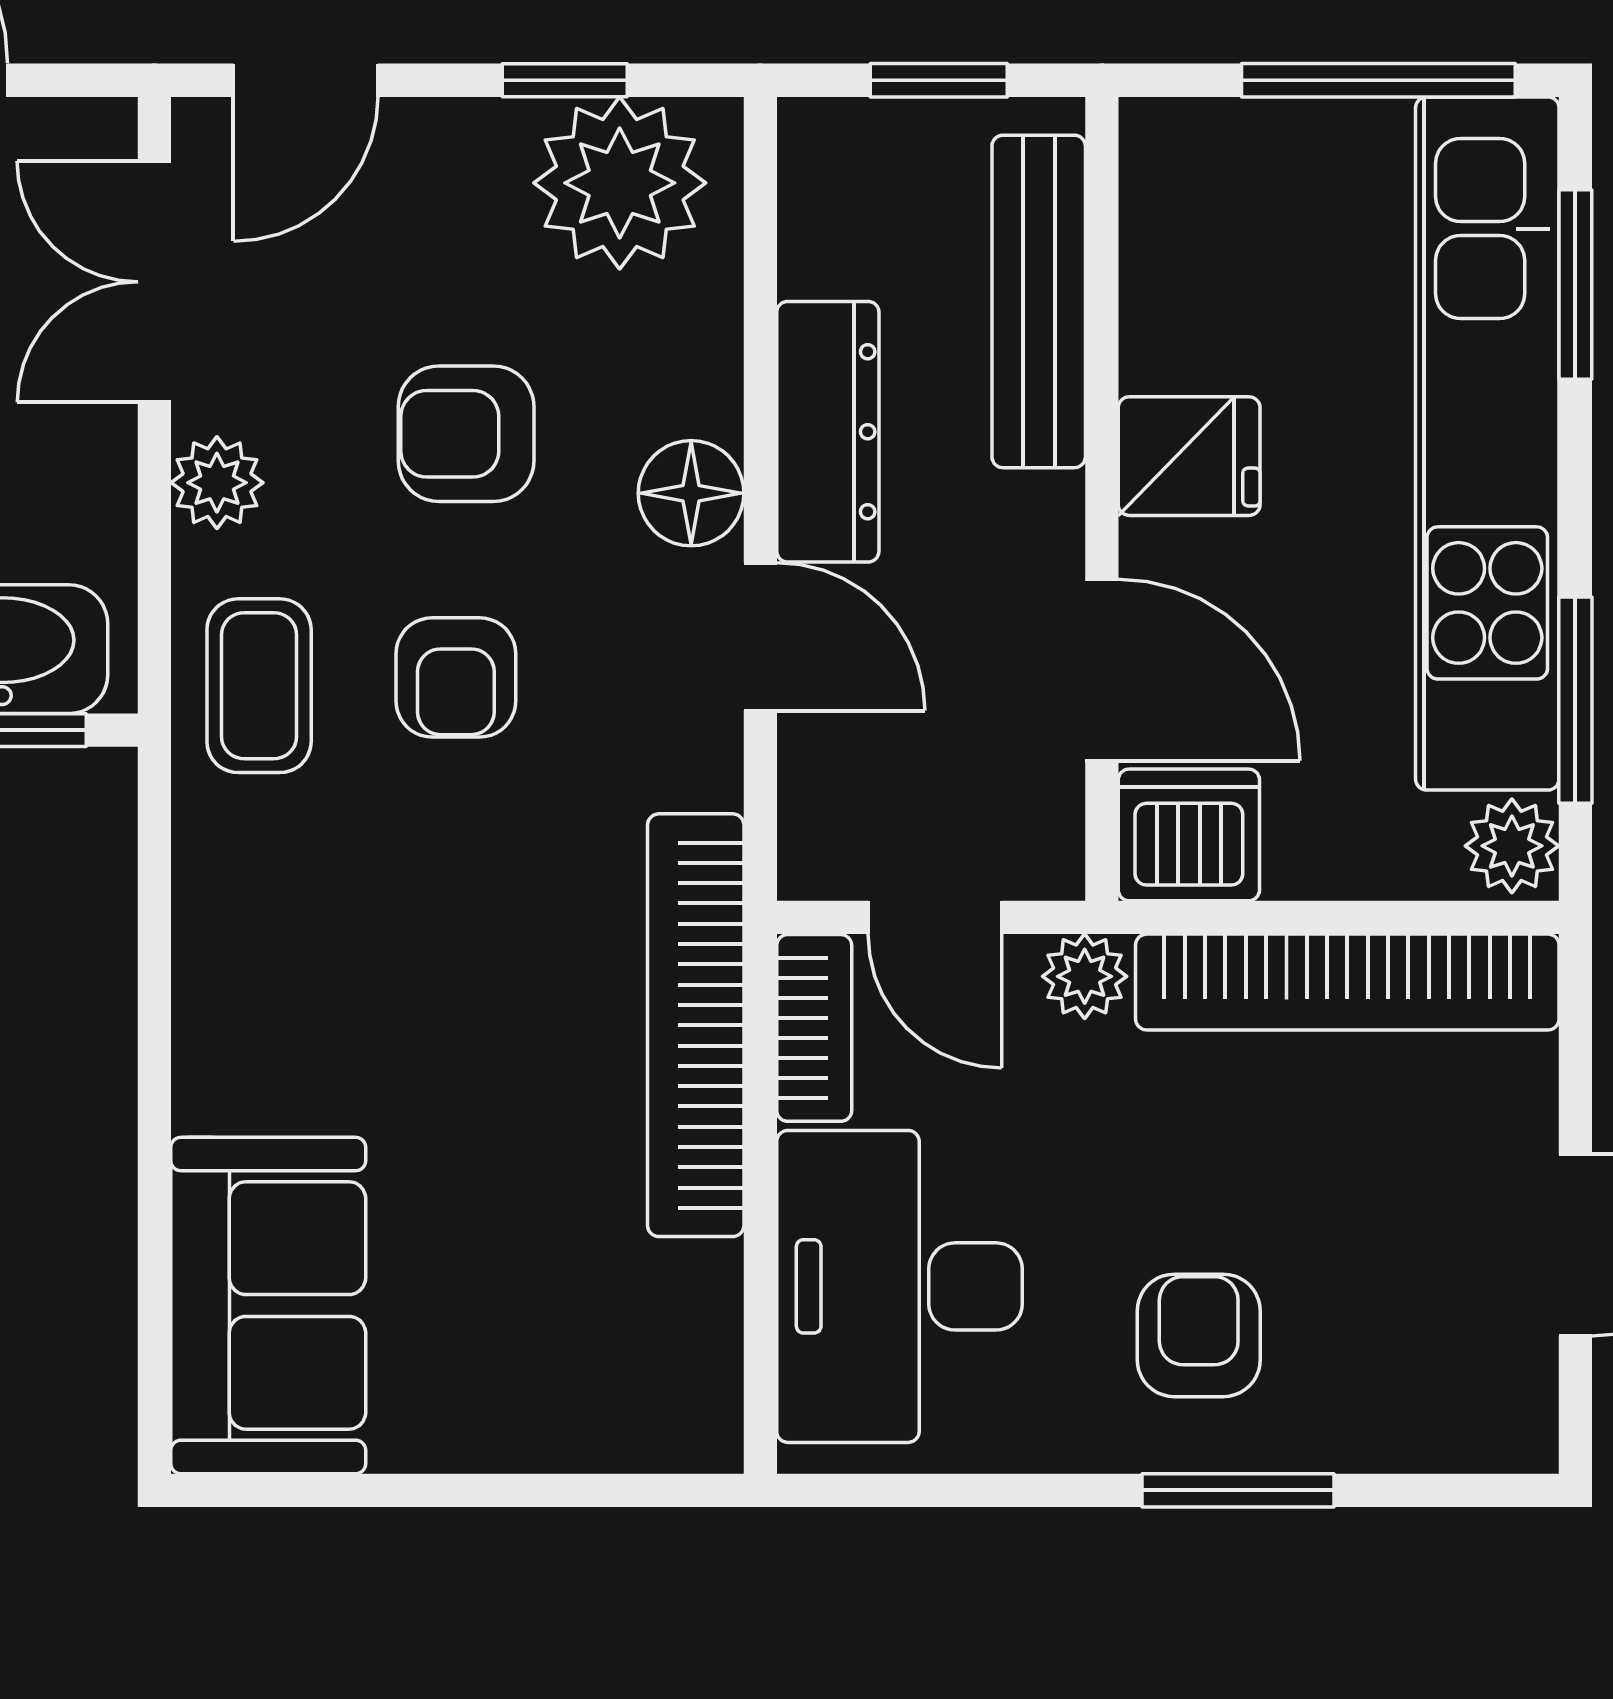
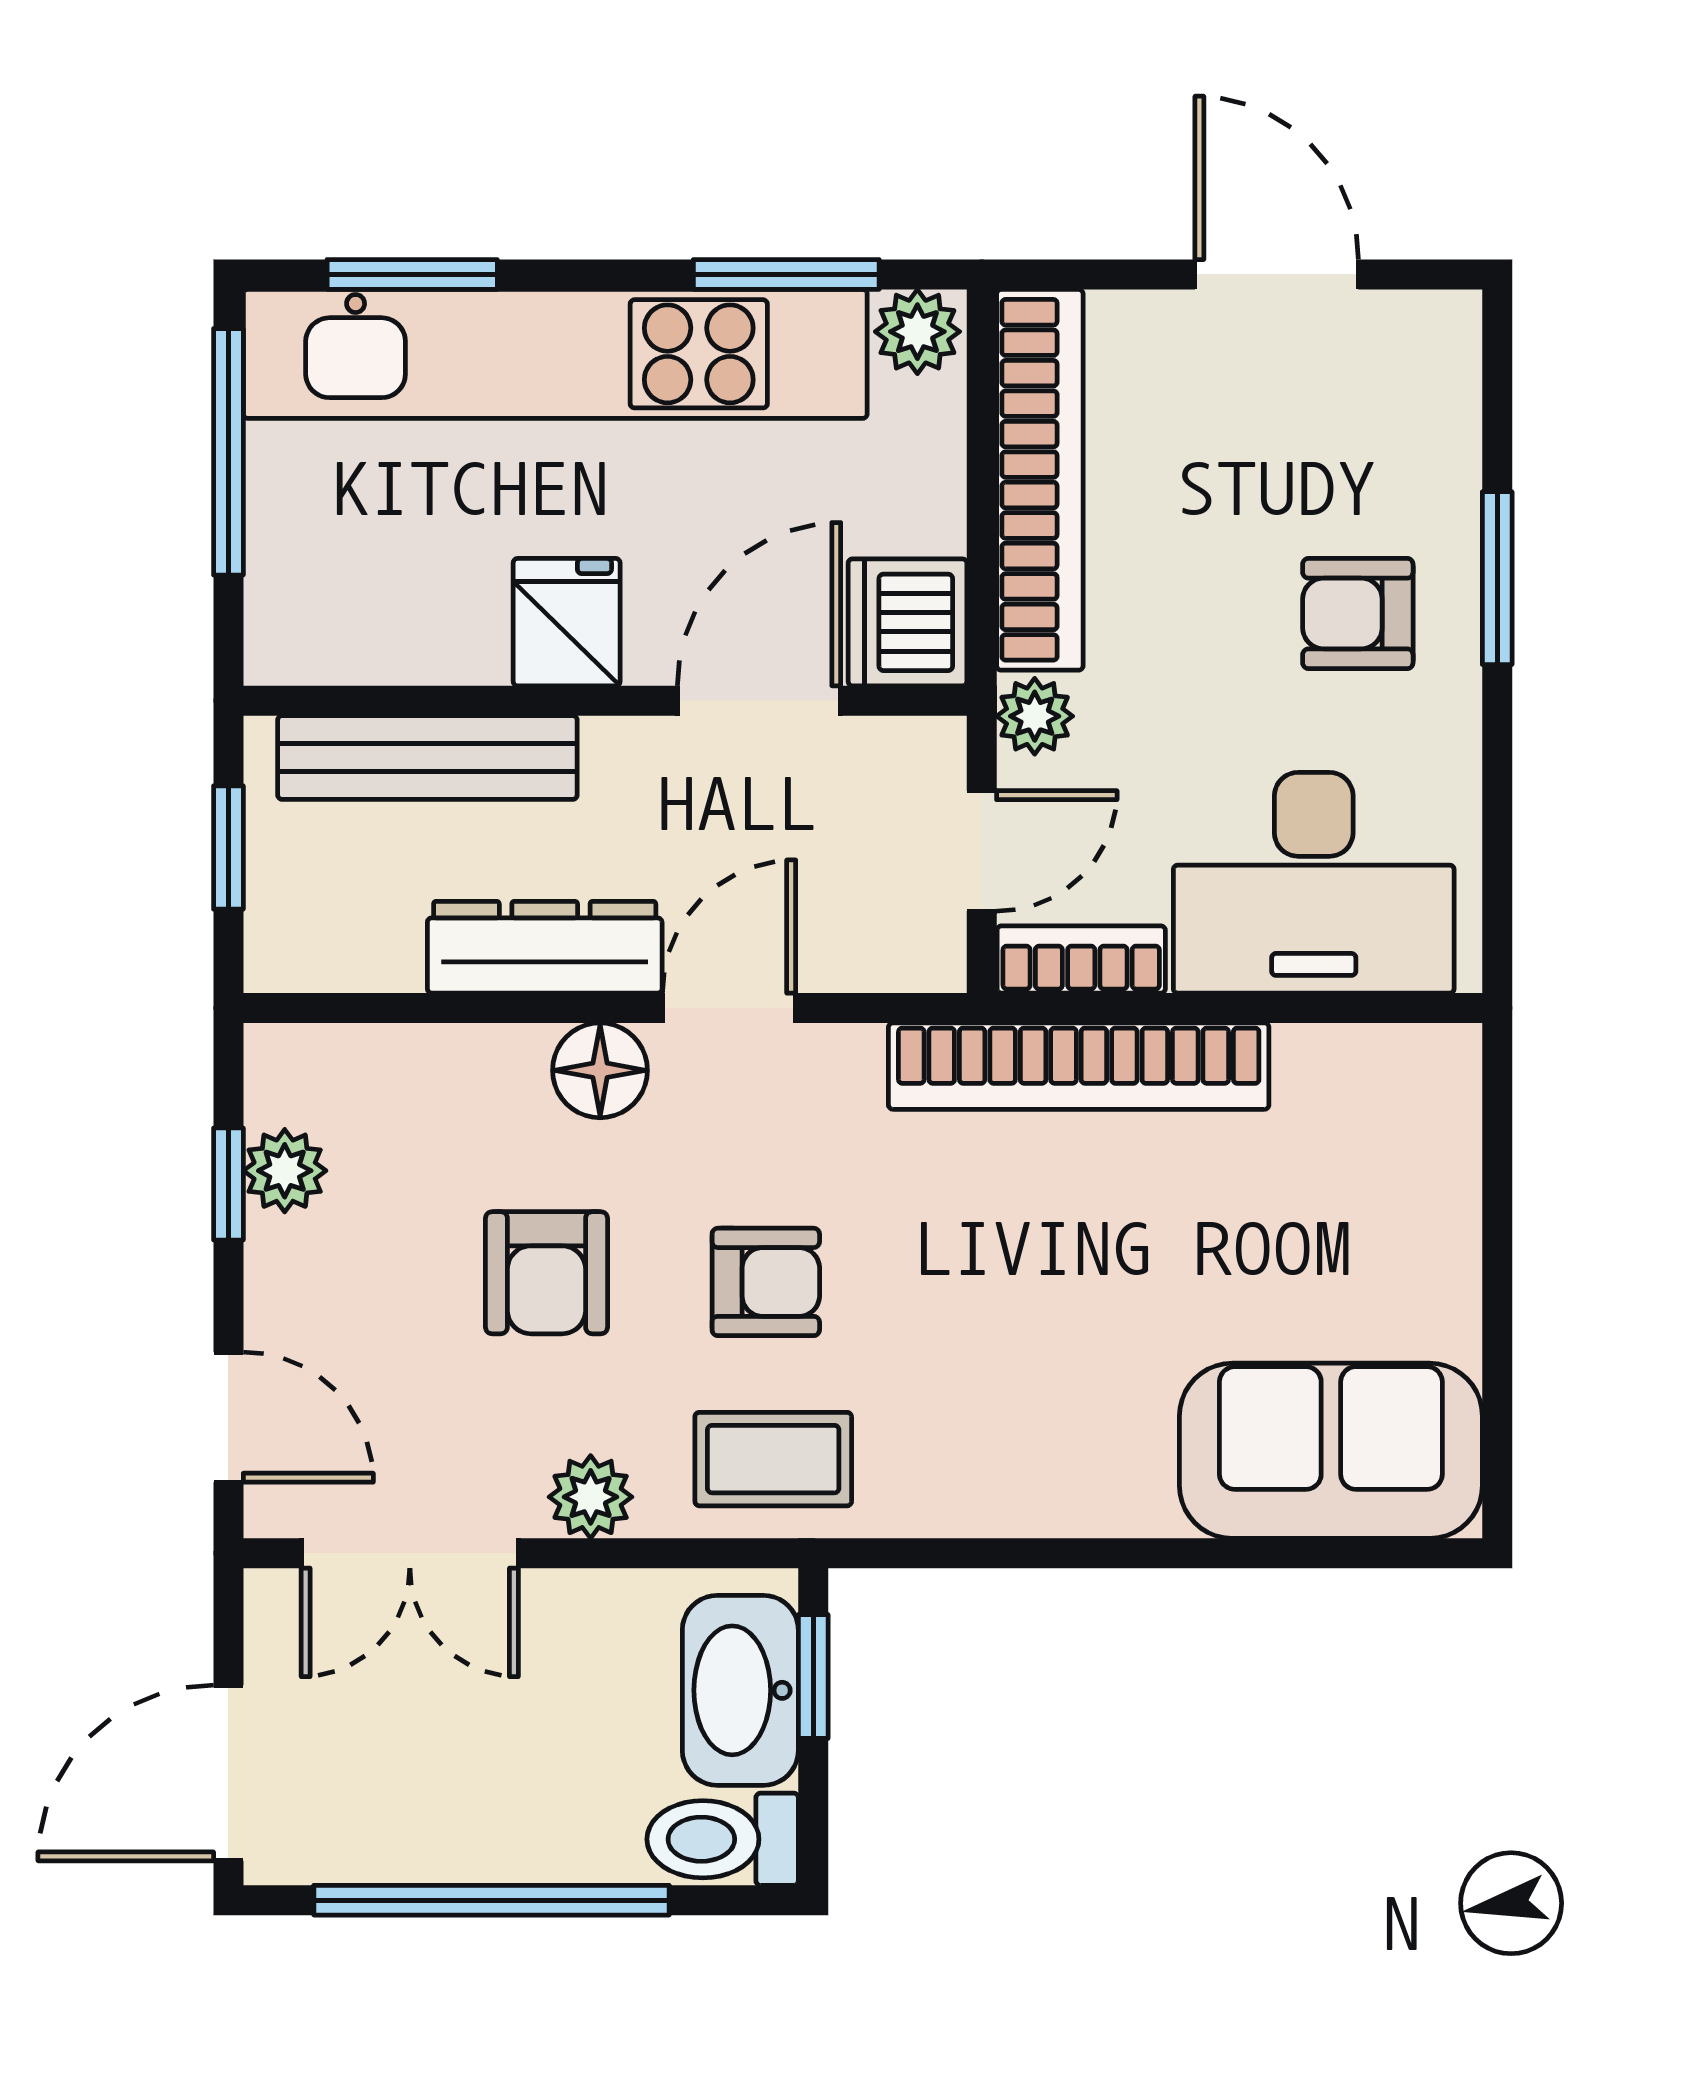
plant: (620, 183) -> (285, 1171), width x0.53, depth x0.53

